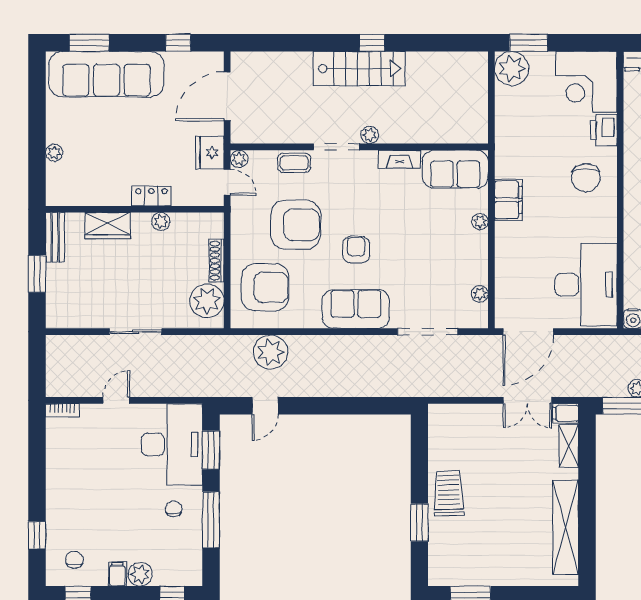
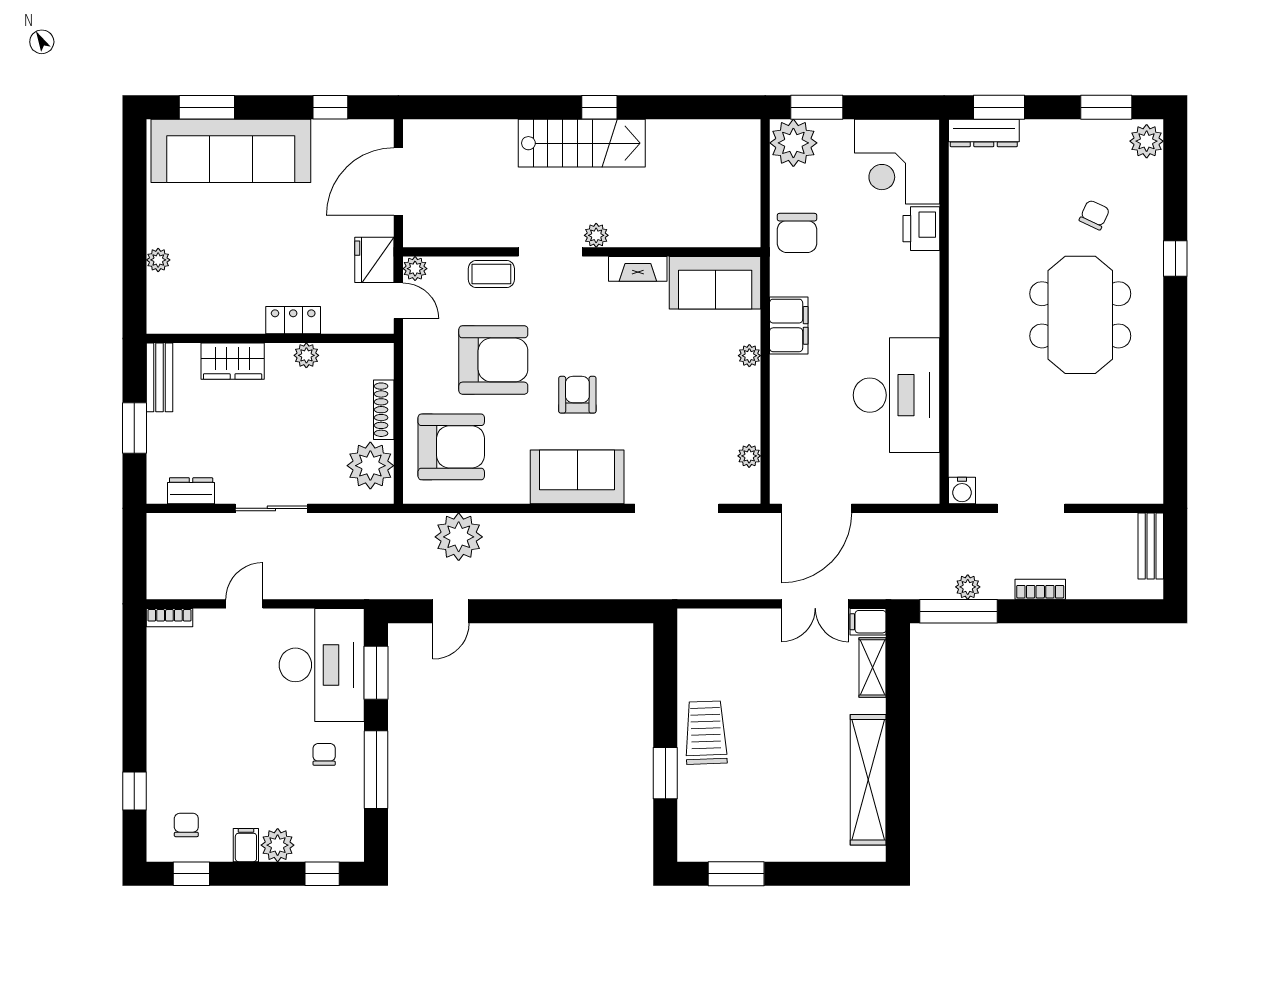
chair: (586, 178) -> (797, 233), moved
desk: (586, 285) -> (897, 395), moved
dresser: (78, 319) -> (191, 491), added

